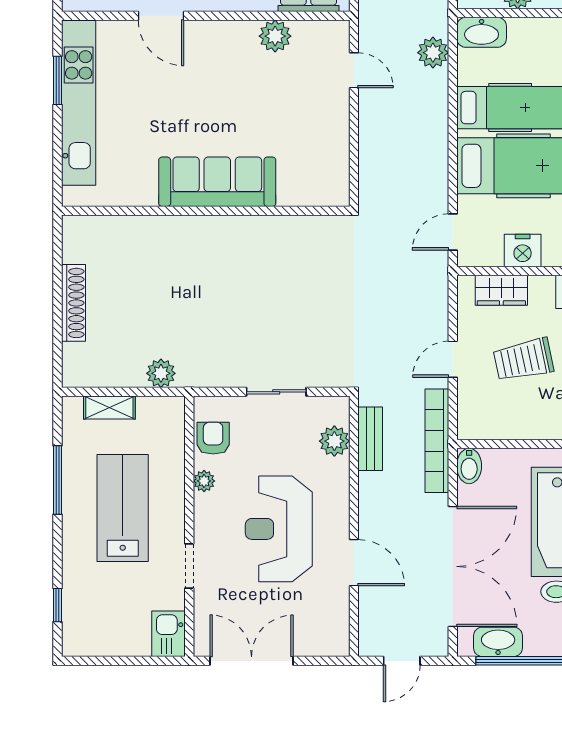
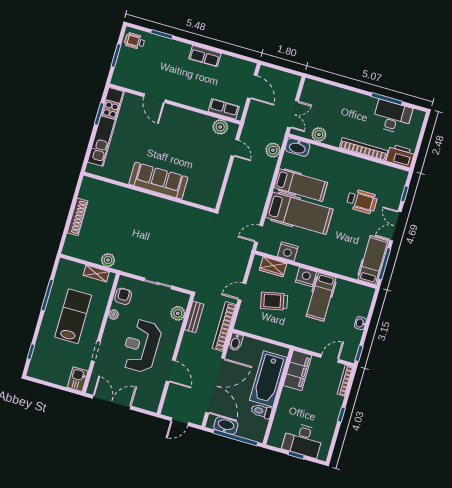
plant: (275, 36) -> (220, 127), moved
shelving: (109, 408) -> (96, 274), moved

